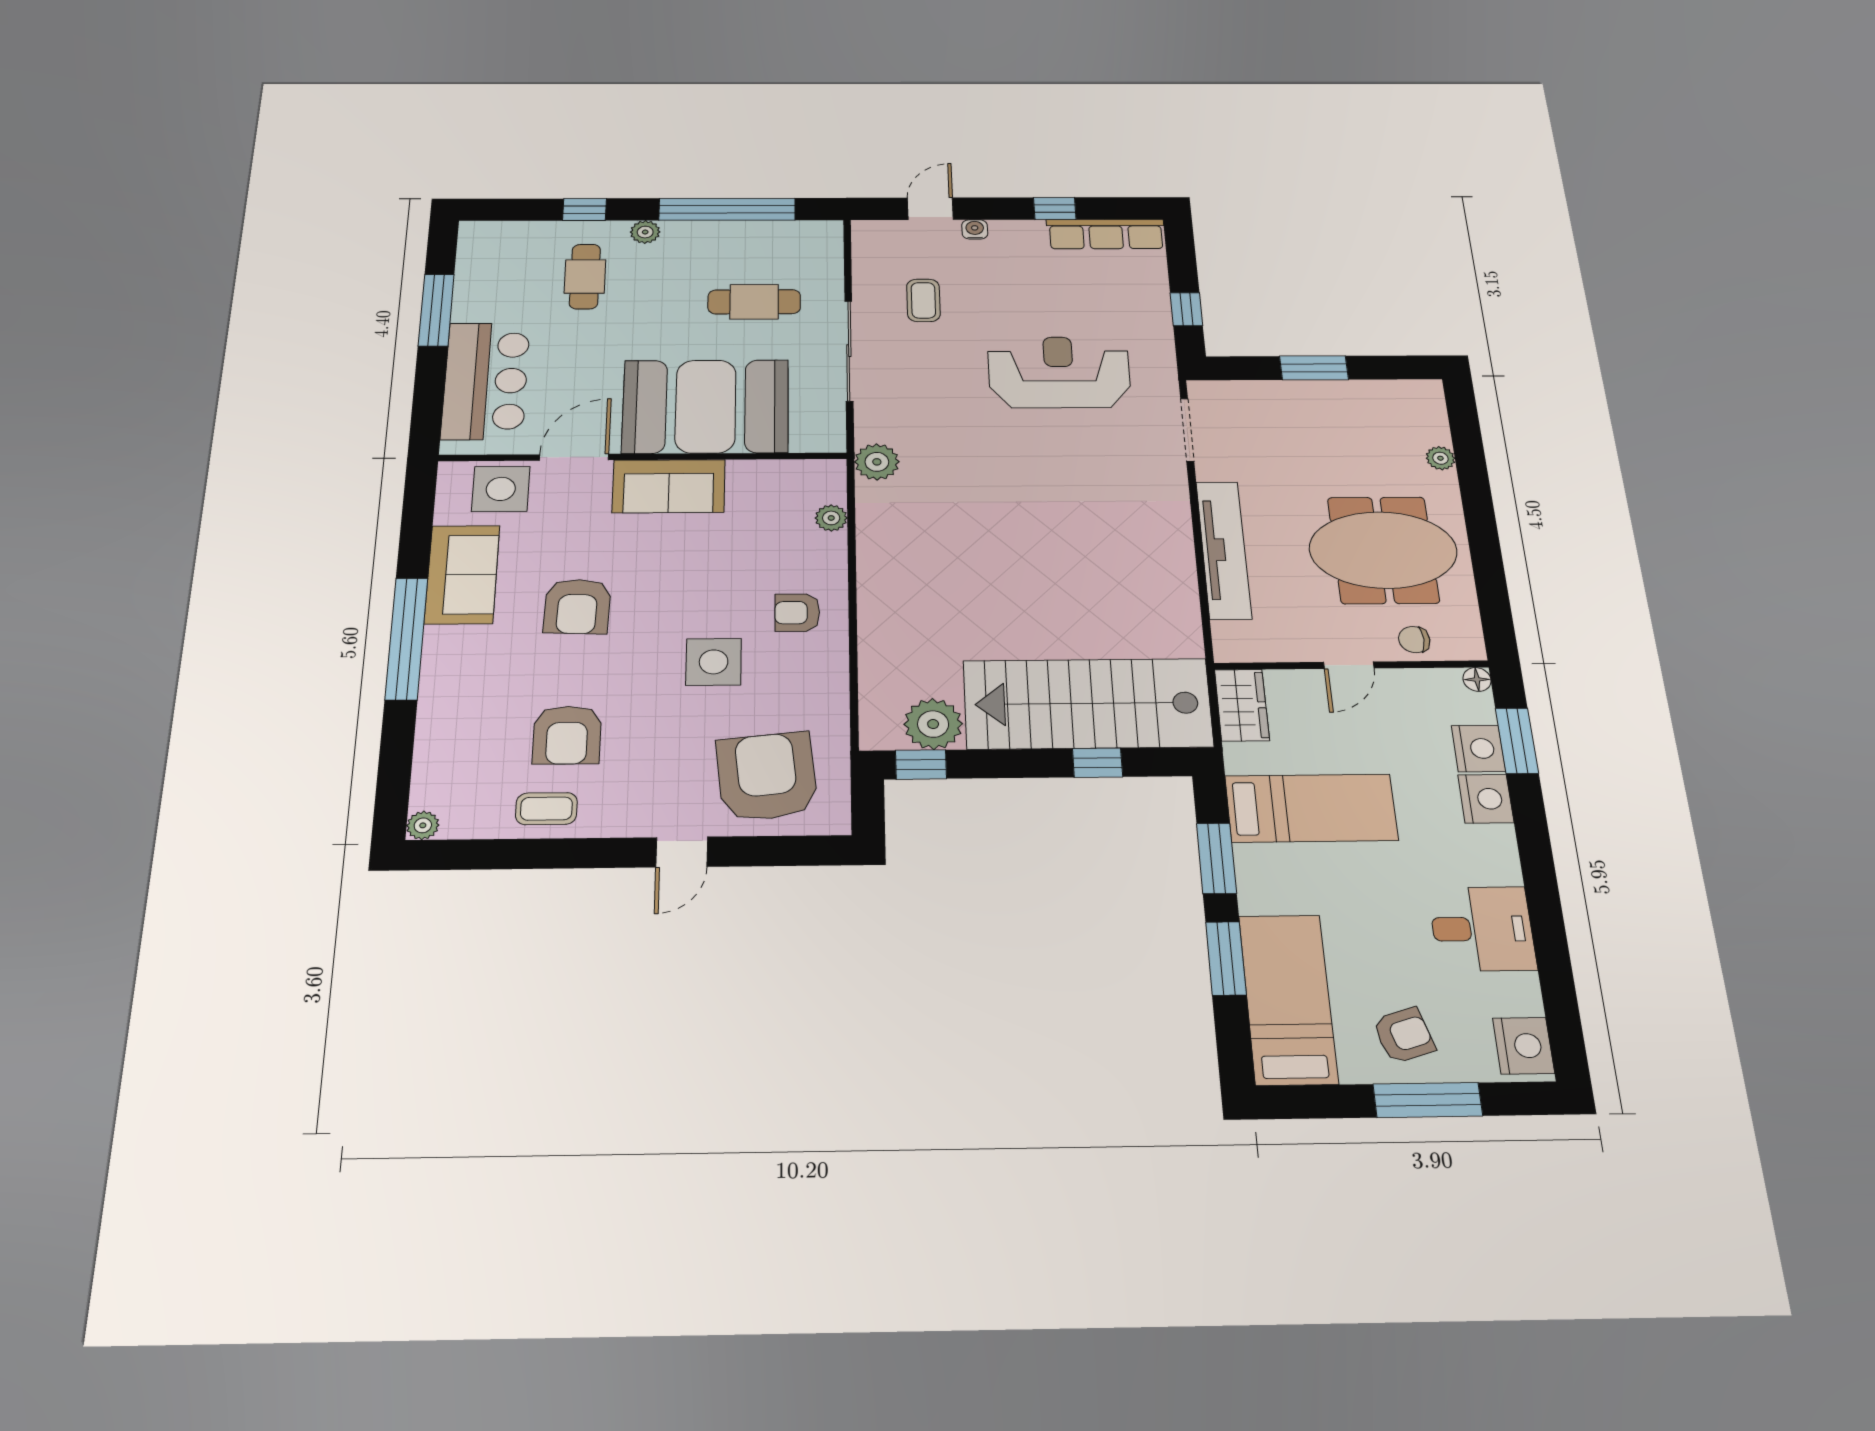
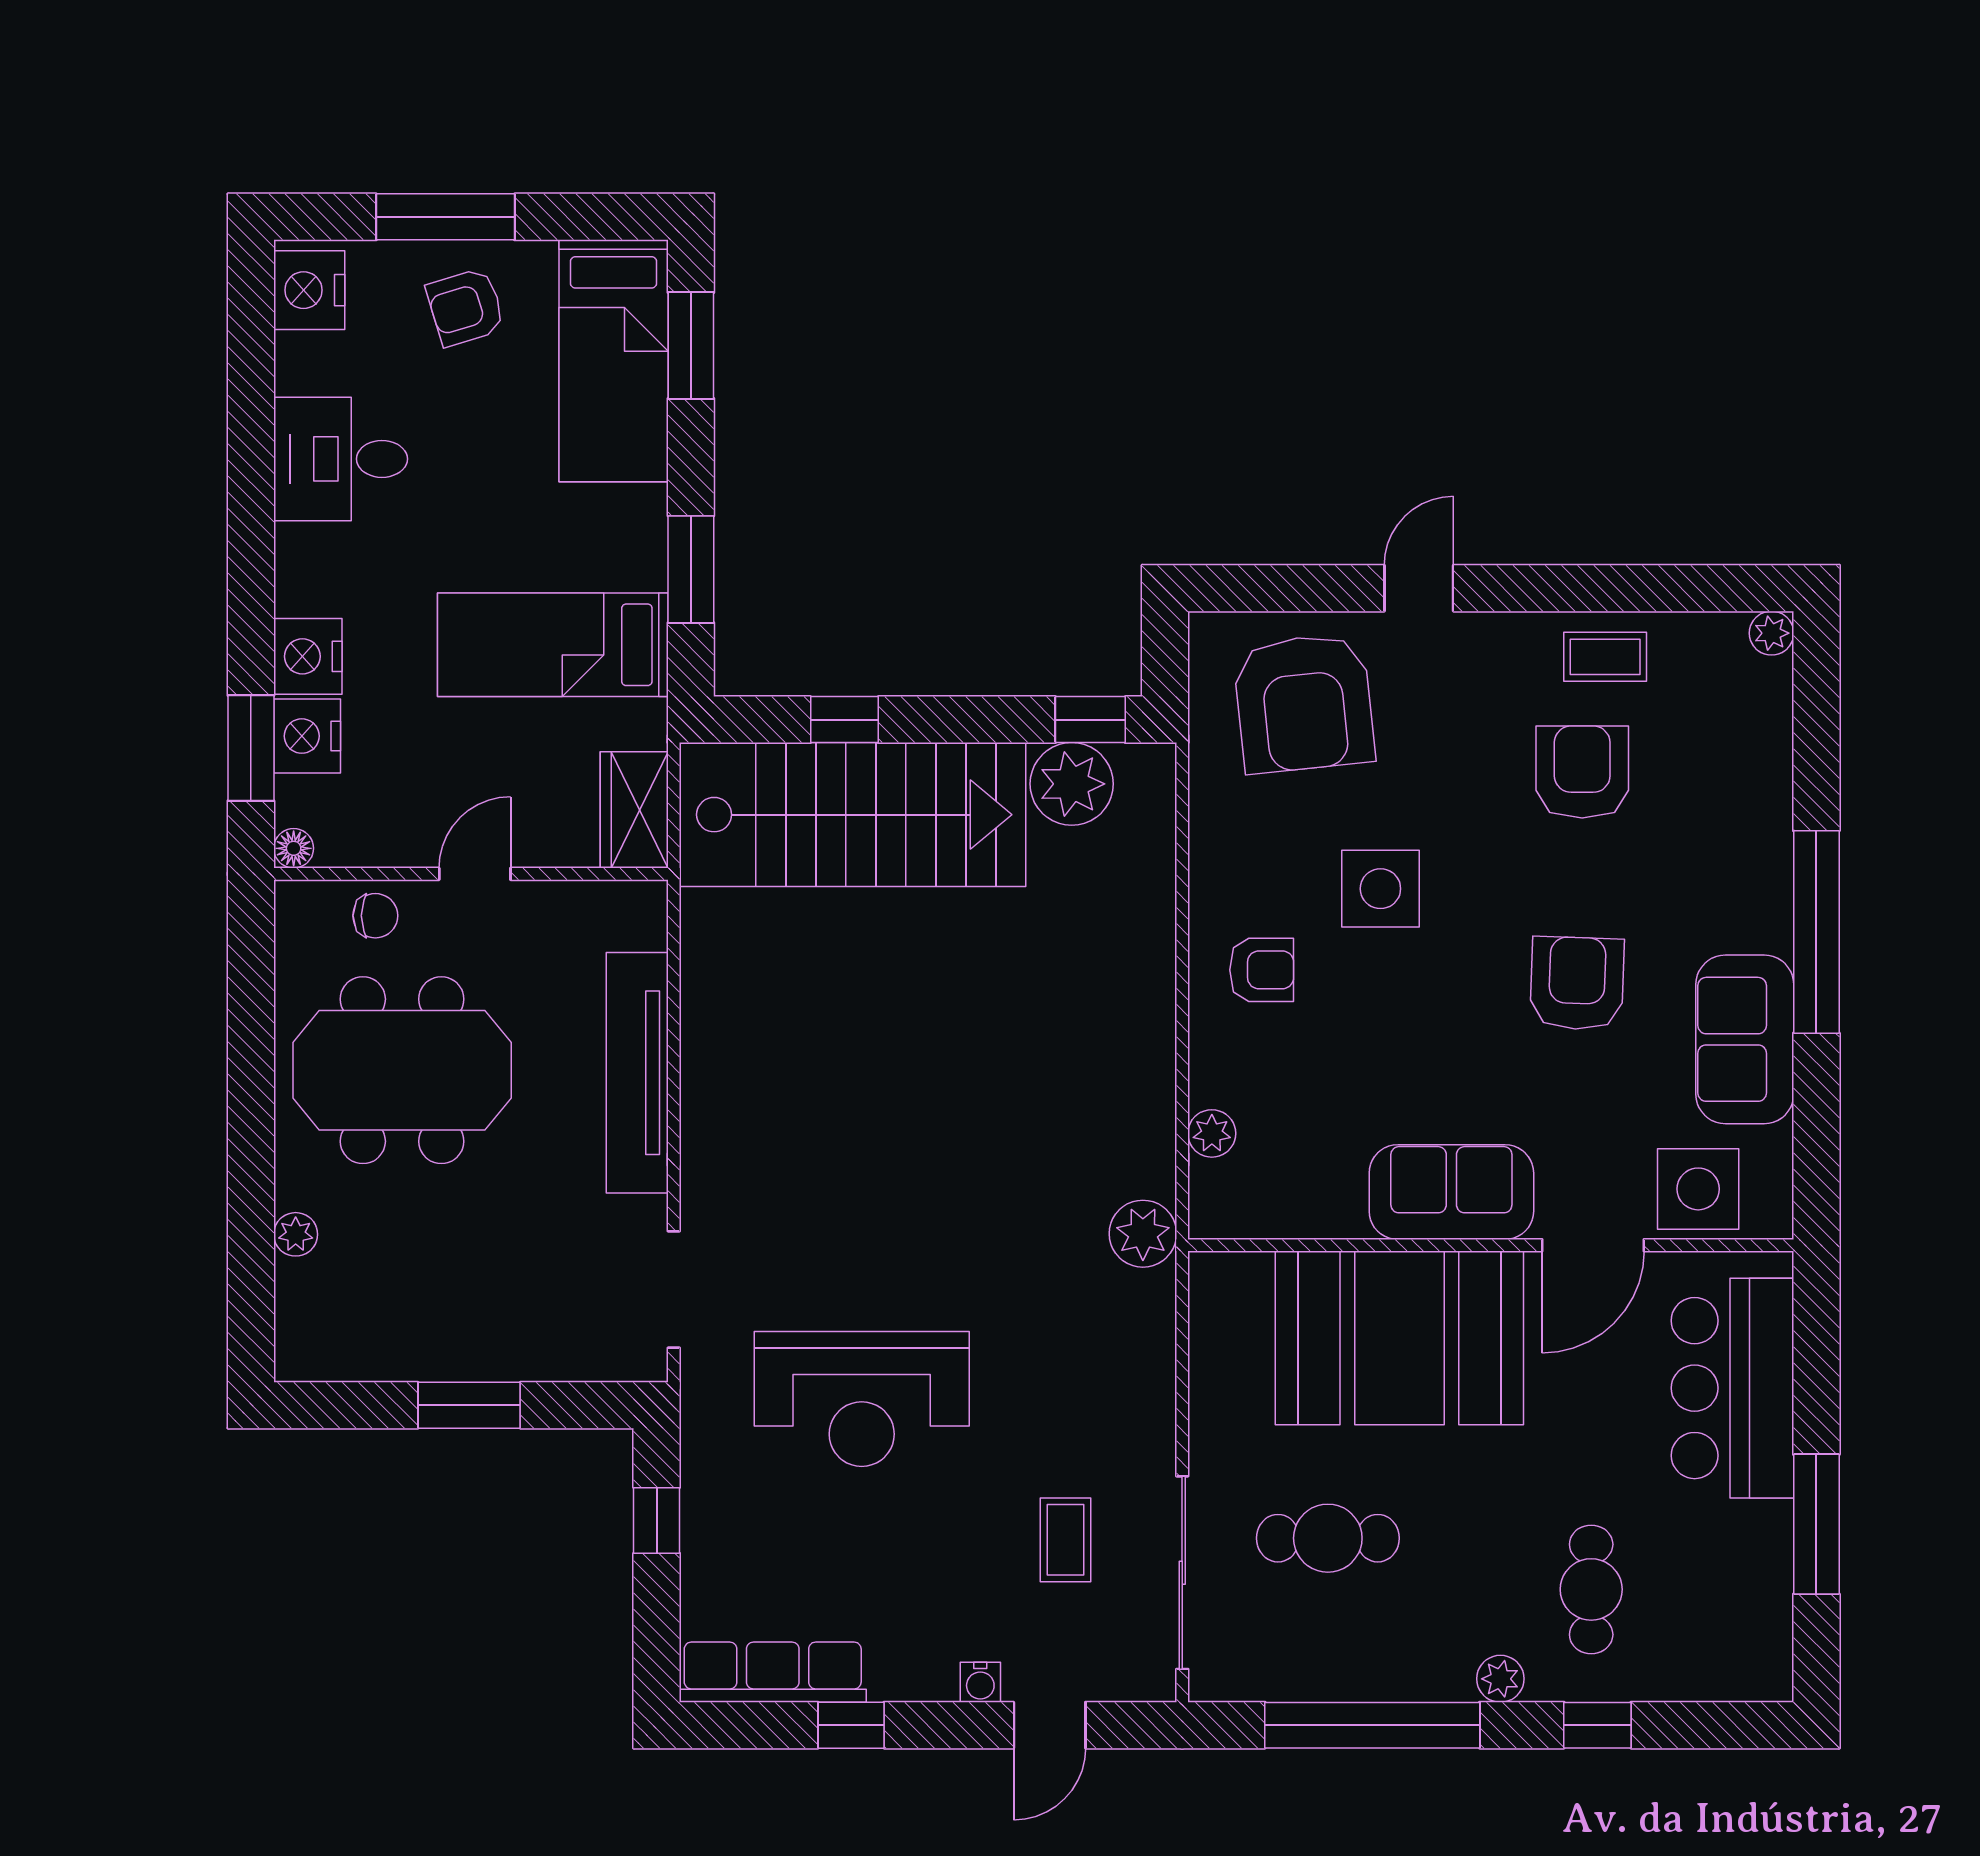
sliding door: (849, 351) -> (1182, 1573), moved
window: (1226, 958) -> (691, 345), moved

